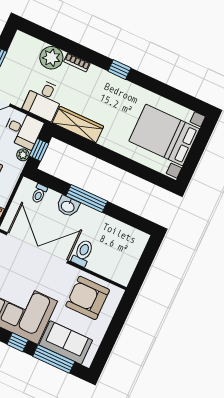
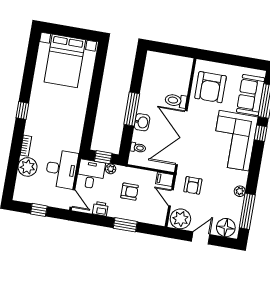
desk: (44, 100) -> (62, 169), width x1.37
wardrobe: (78, 125) -> (75, 132), removed

